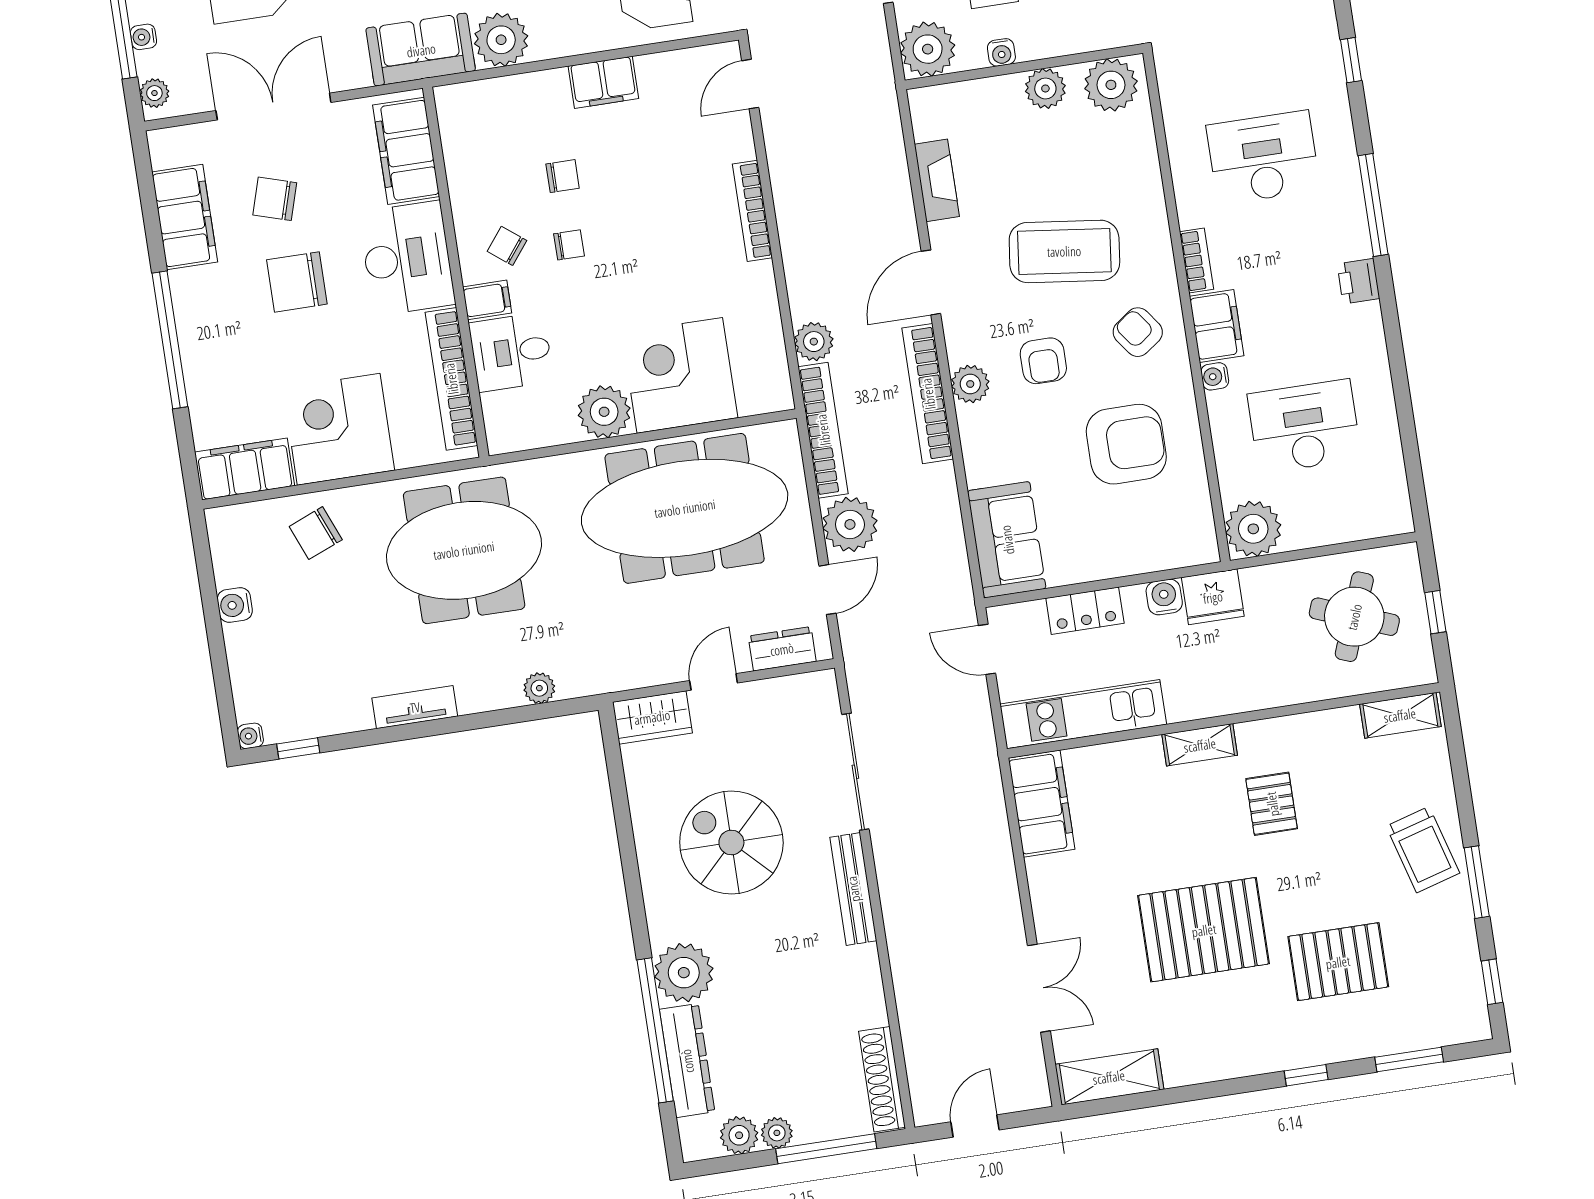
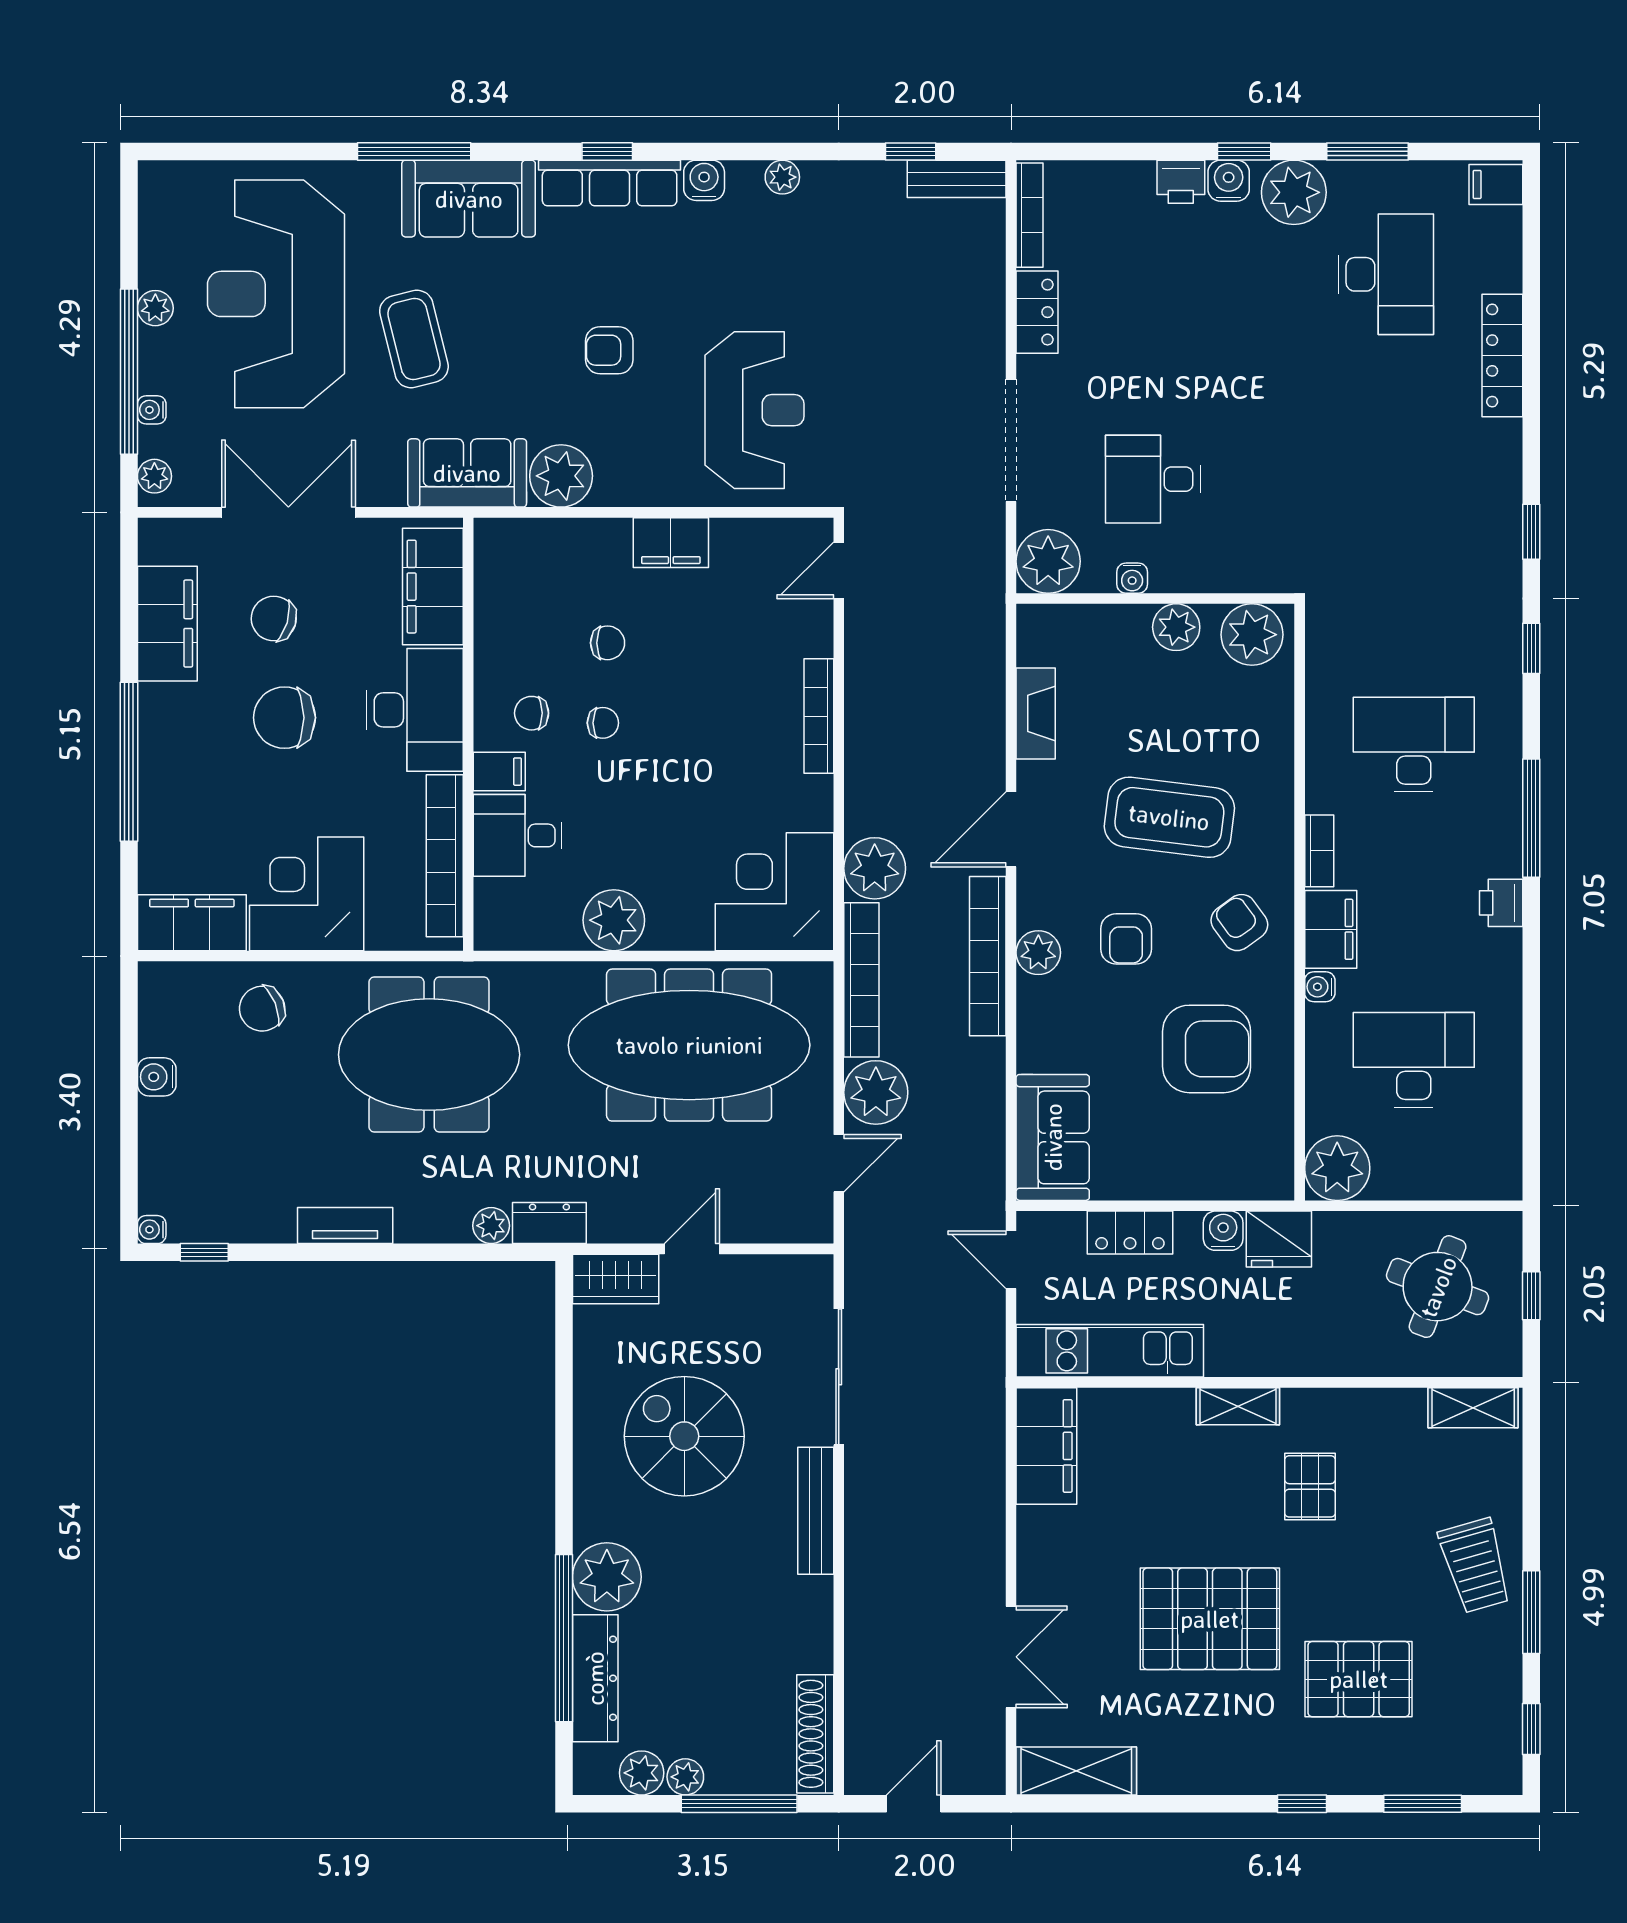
chair: (507, 246) -> (532, 713), turned -38
plant: (814, 342) -> (875, 868), width x1.36, depth x1.36
corner desk: (680, 375) -> (774, 892), moved
dresser: (782, 649) -> (549, 1223), moved

